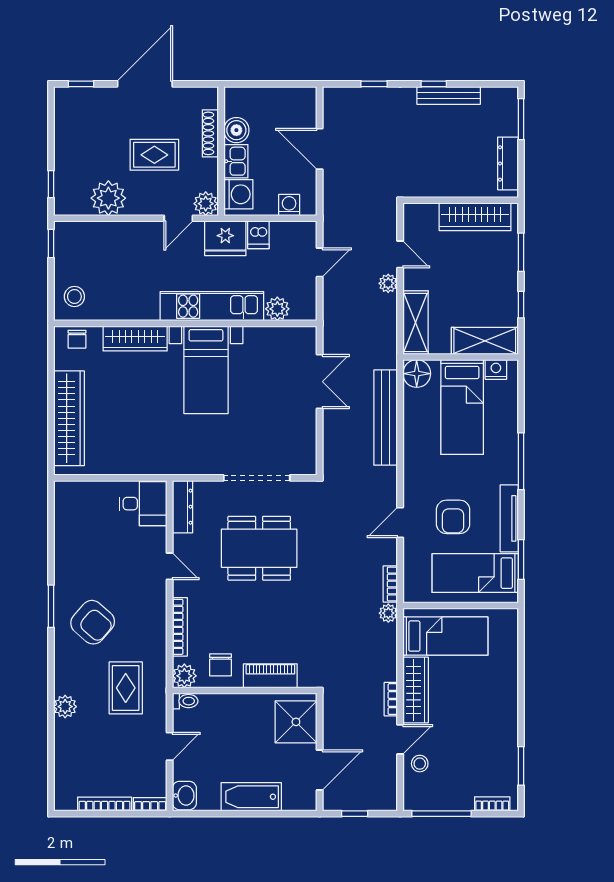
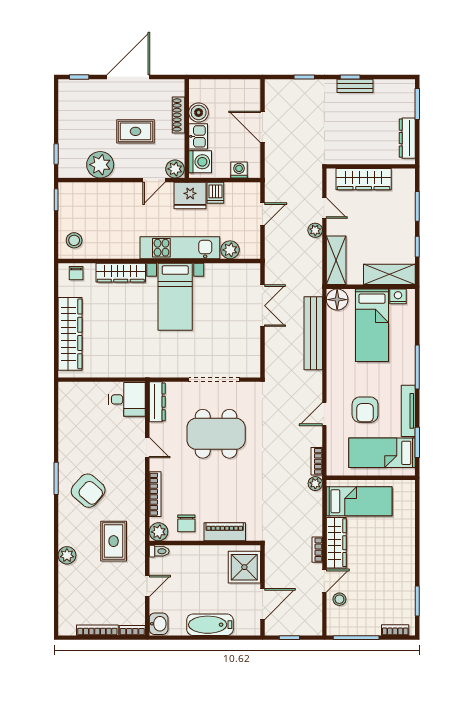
bench: (449, 95) -> (355, 86), width x0.73
wardrobe: (475, 217) -> (364, 179), moved

